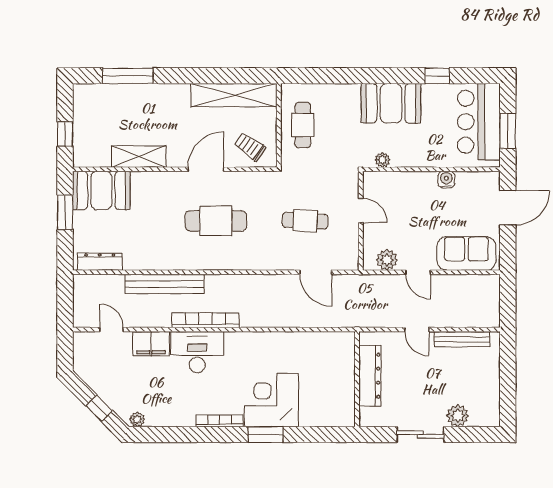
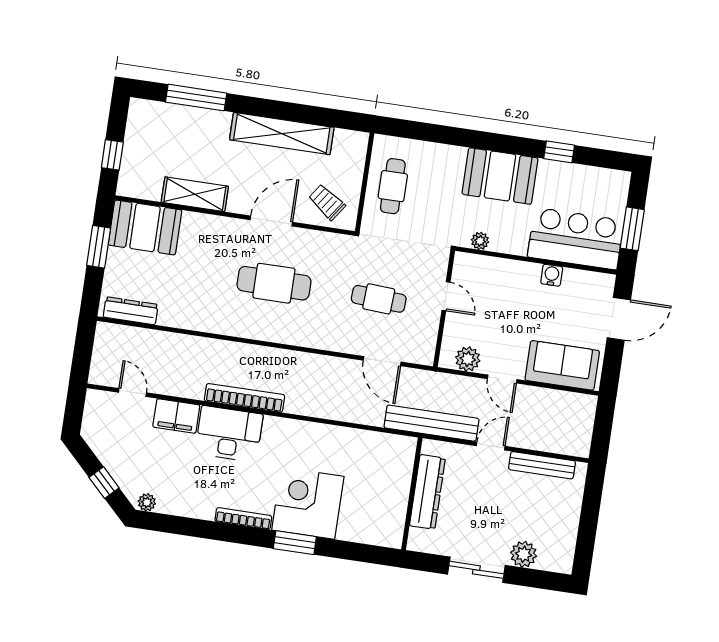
shelving: (234, 95) -> (282, 134), moved
bar counter: (479, 122) -> (576, 239), moved, turned 90
bench: (165, 284) -> (431, 423), moved
door: (417, 330) -> (491, 446), swing flipped

